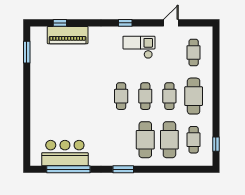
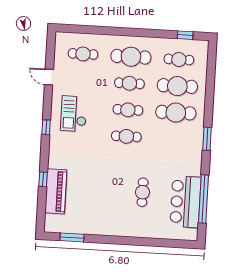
window: (60, 23) -> (43, 179), moved
cafe table: (71, 114) -> (142, 192), added

